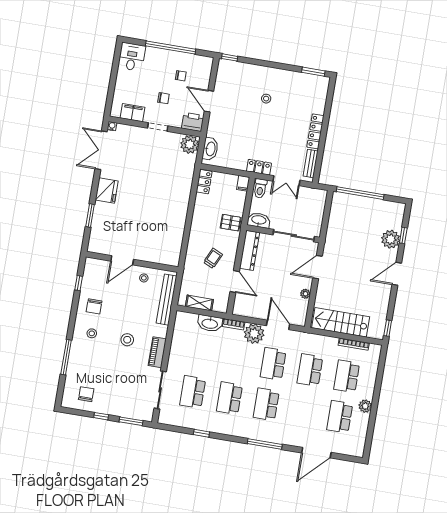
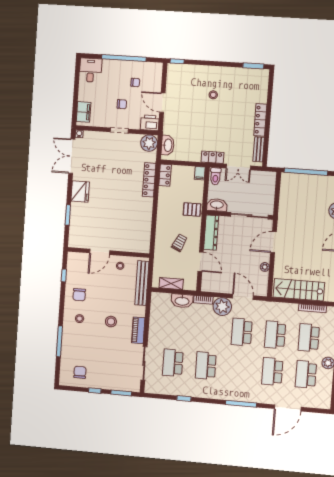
filing cabinet: (133, 113) -> (84, 112), moved, turned 90
locker: (186, 185) -> (149, 180), added
school desk: (266, 404) -> (272, 371), moved

